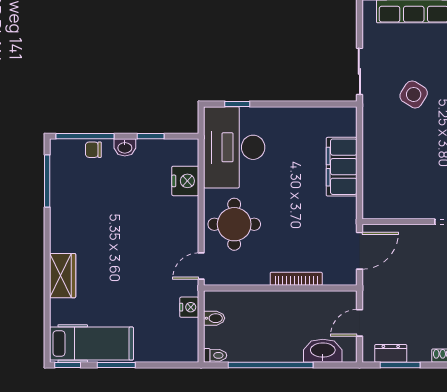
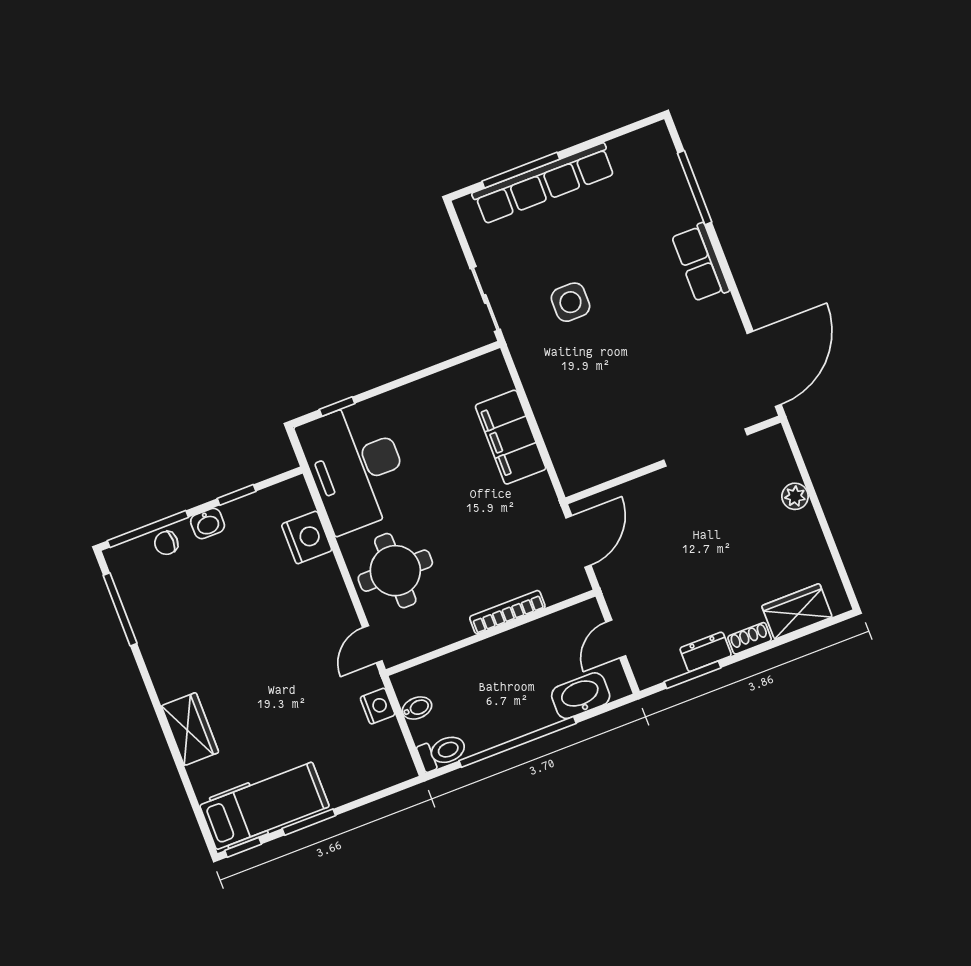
side table: (414, 94) -> (570, 302), turned -32
dresser: (391, 353) -> (706, 652), moved
toilet: (215, 355) -> (442, 752), width x1.37, depth x1.39

